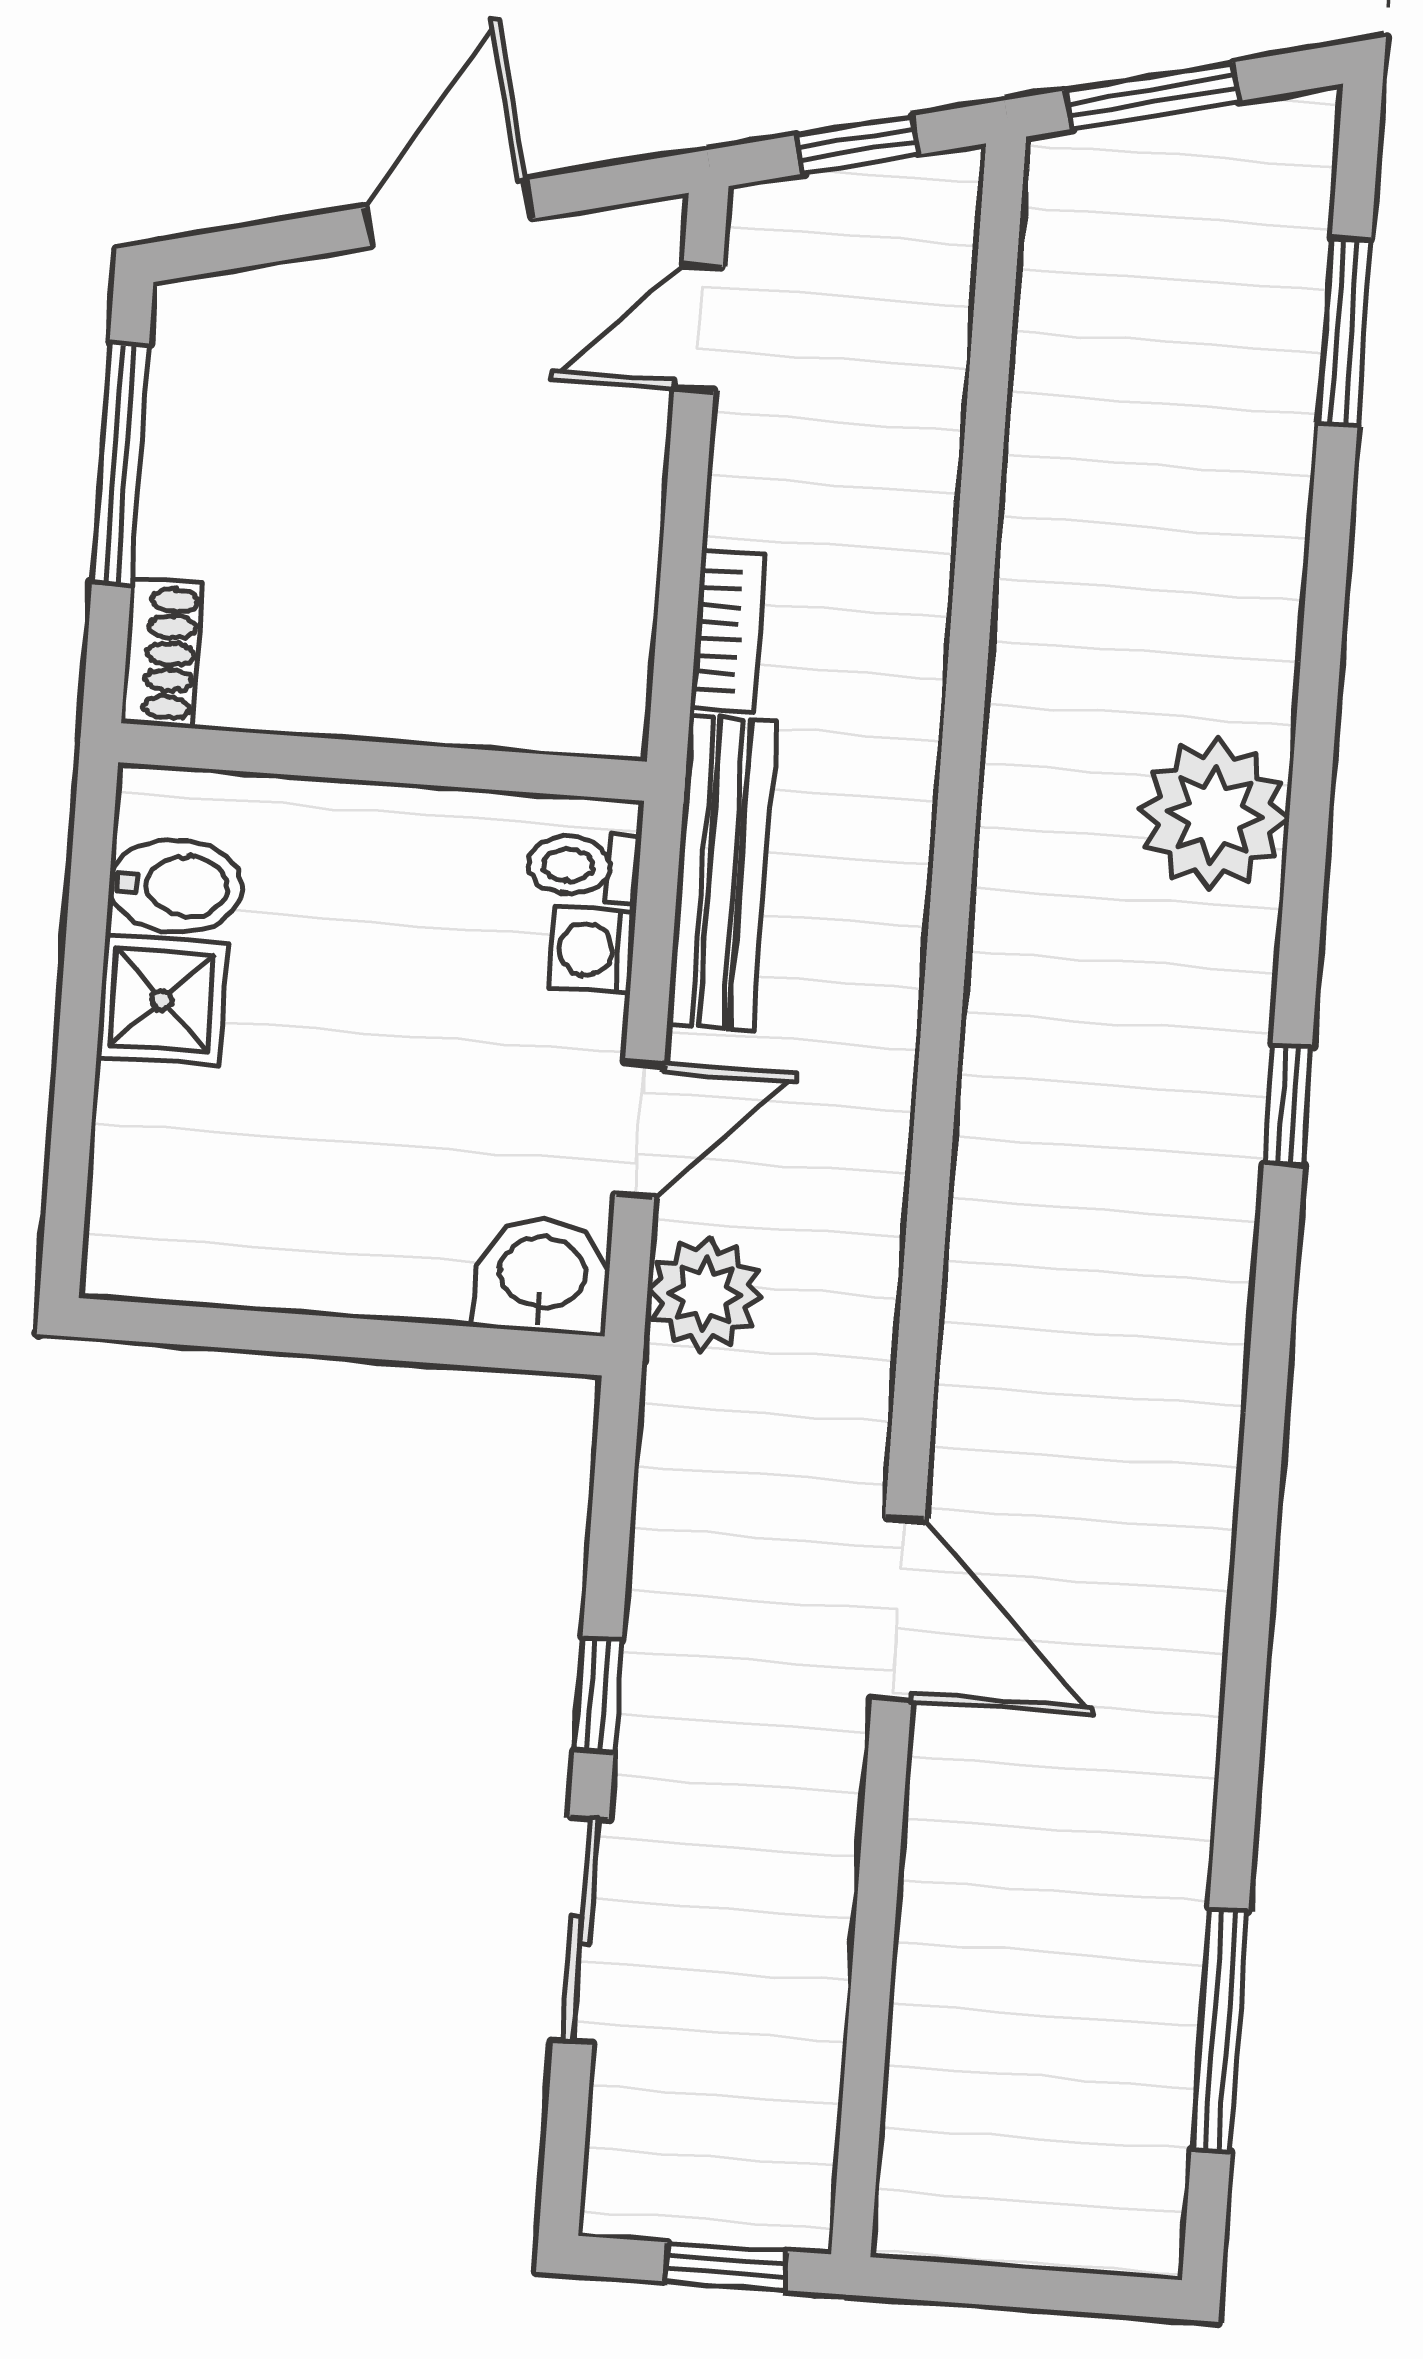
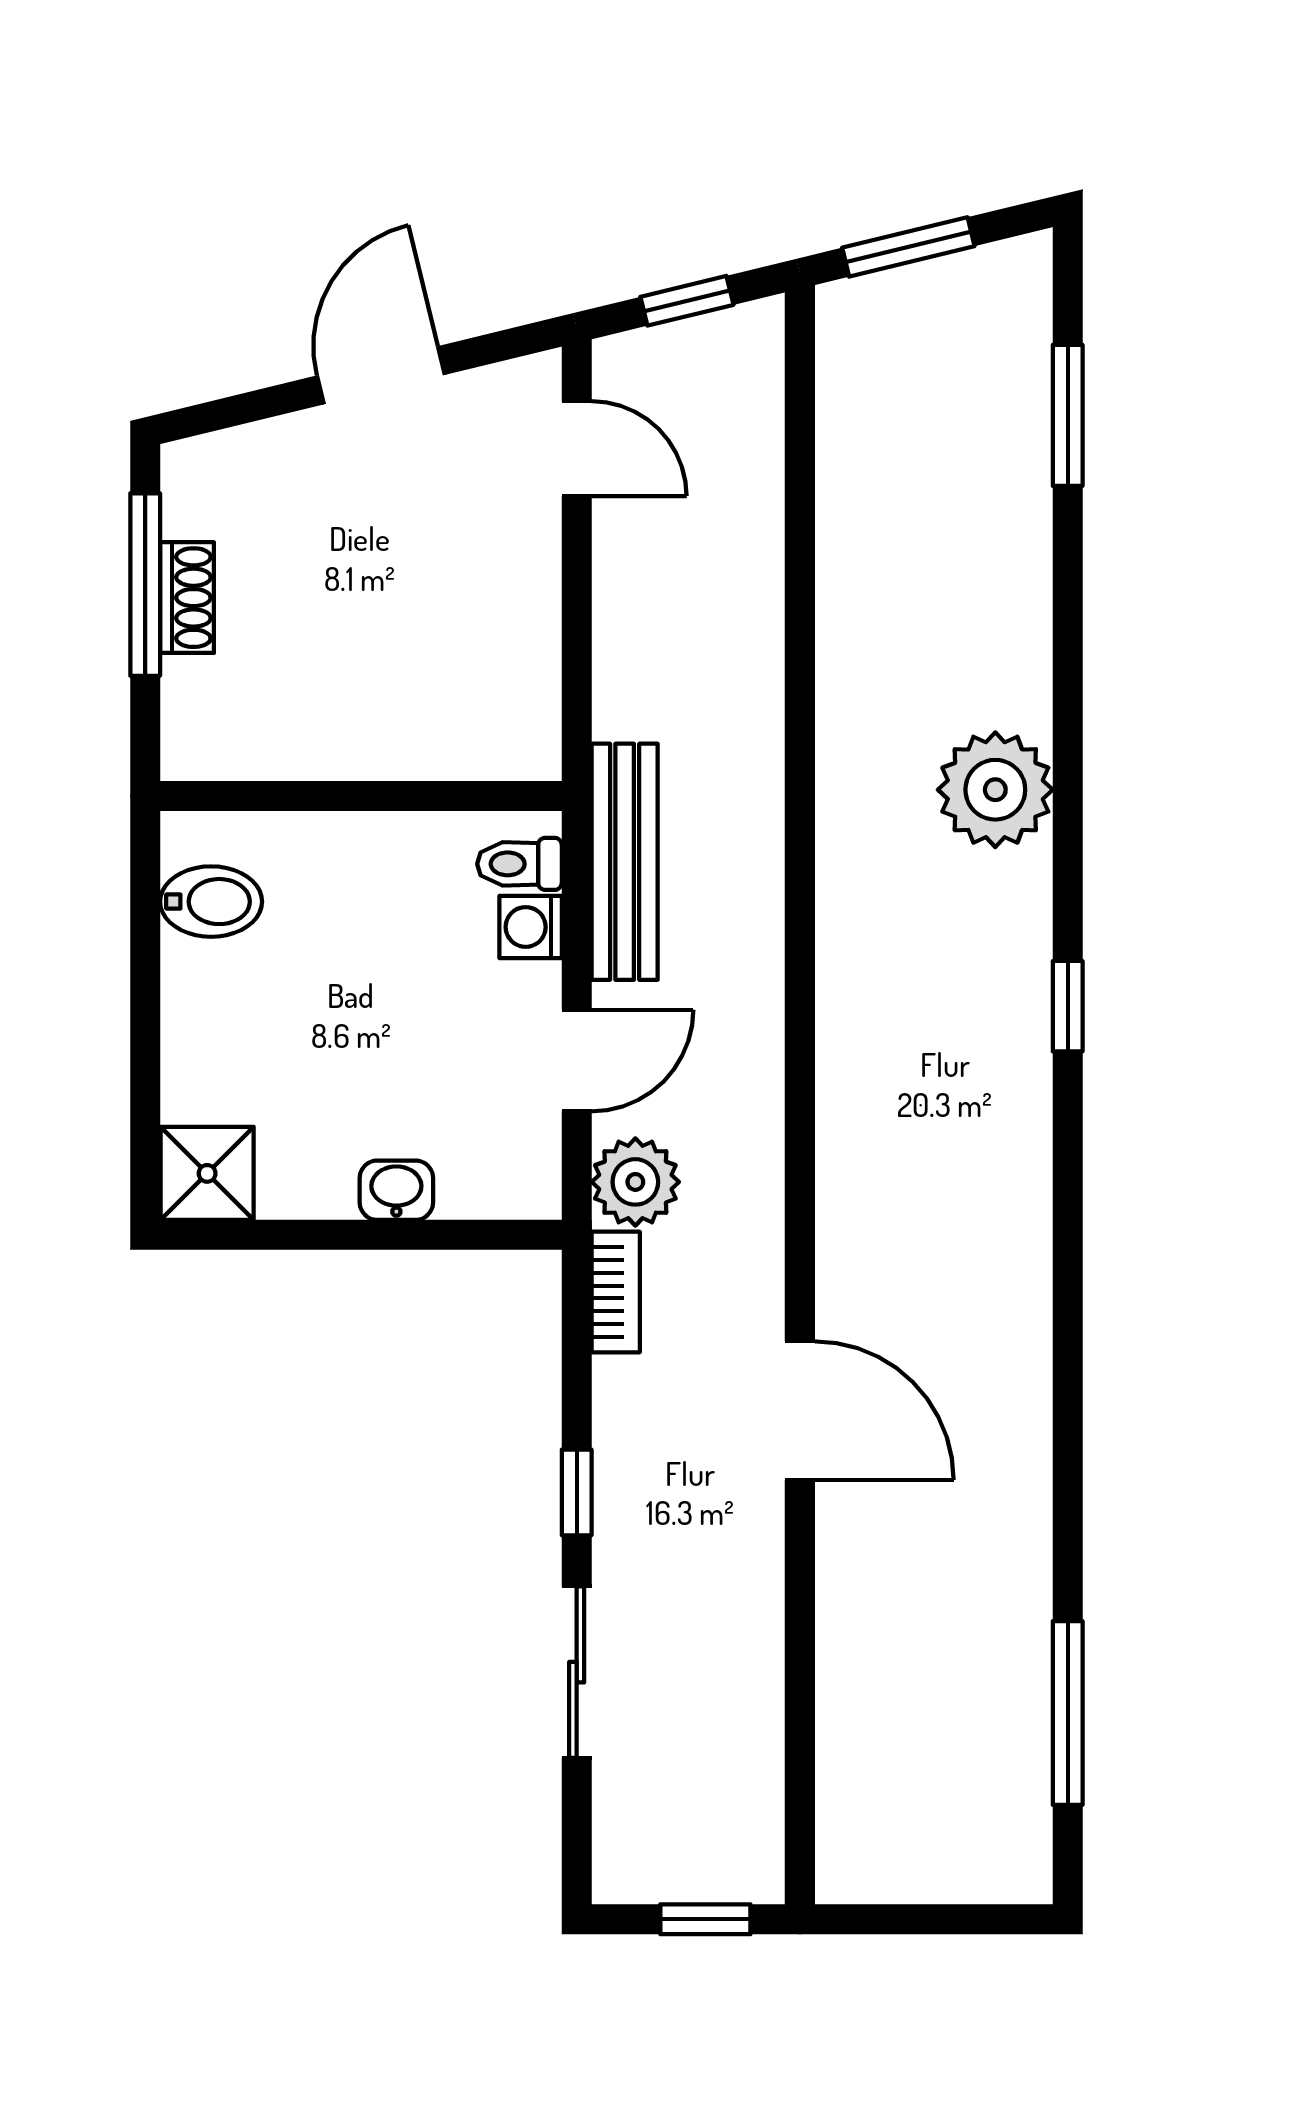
door: (698, 328) -> (577, 449), swing flipped
bookcase: (728, 631) -> (616, 1292), moved
shoe rack: (161, 653) -> (187, 598), moved
shower: (162, 1000) -> (207, 1173), moved
washbasin: (542, 1275) -> (396, 1190), moved, width x0.72, depth x0.69

